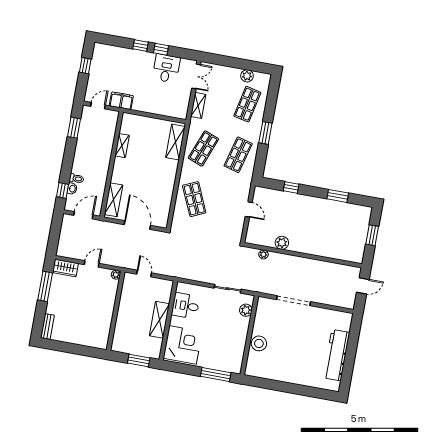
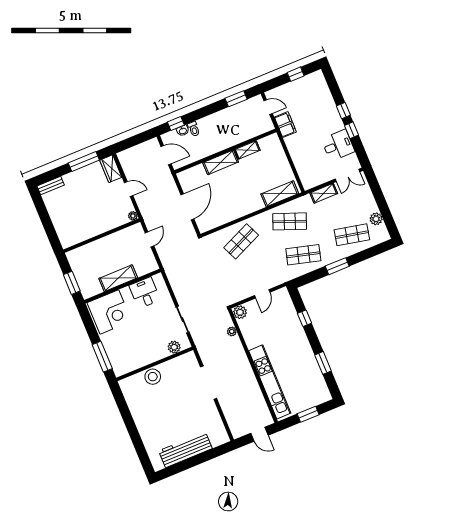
shelving: (114, 200) -> (221, 162), moved
plant: (282, 243) -> (240, 312), moved
kitchen unit: (325, 250) -> (270, 382), added

